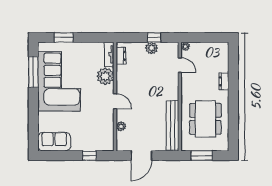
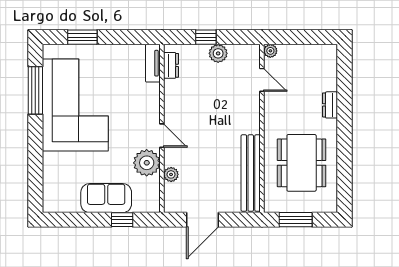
window: (154, 38) -> (206, 37), moved
plant: (105, 76) -> (147, 163), moved
sofa: (54, 142) -> (106, 198), moved

